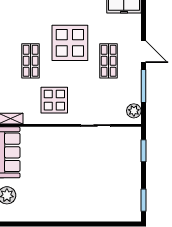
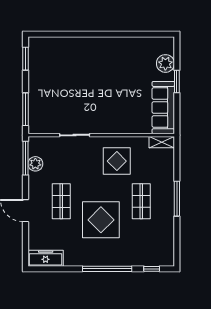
window: (143, 86) -> (25, 158), moved
plant: (134, 111) -> (35, 164), moved
window: (143, 151) -> (25, 109), width x1.44

